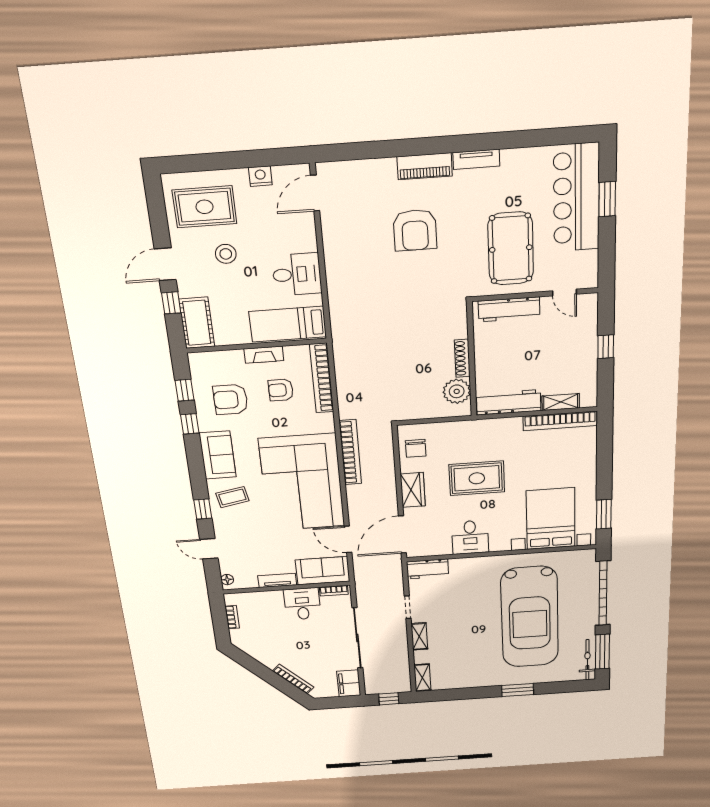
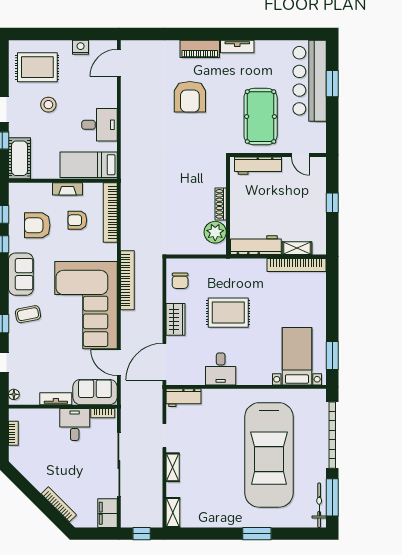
bed with nightstands: (551, 519) -> (297, 356), width x0.73

